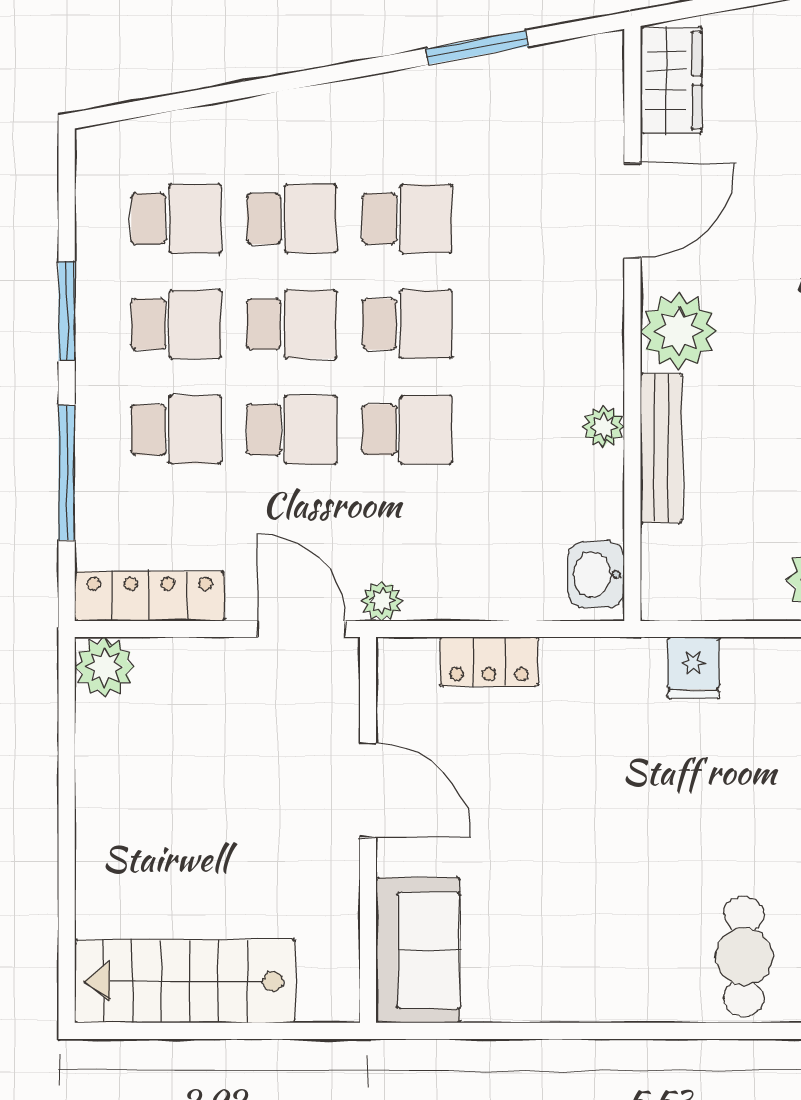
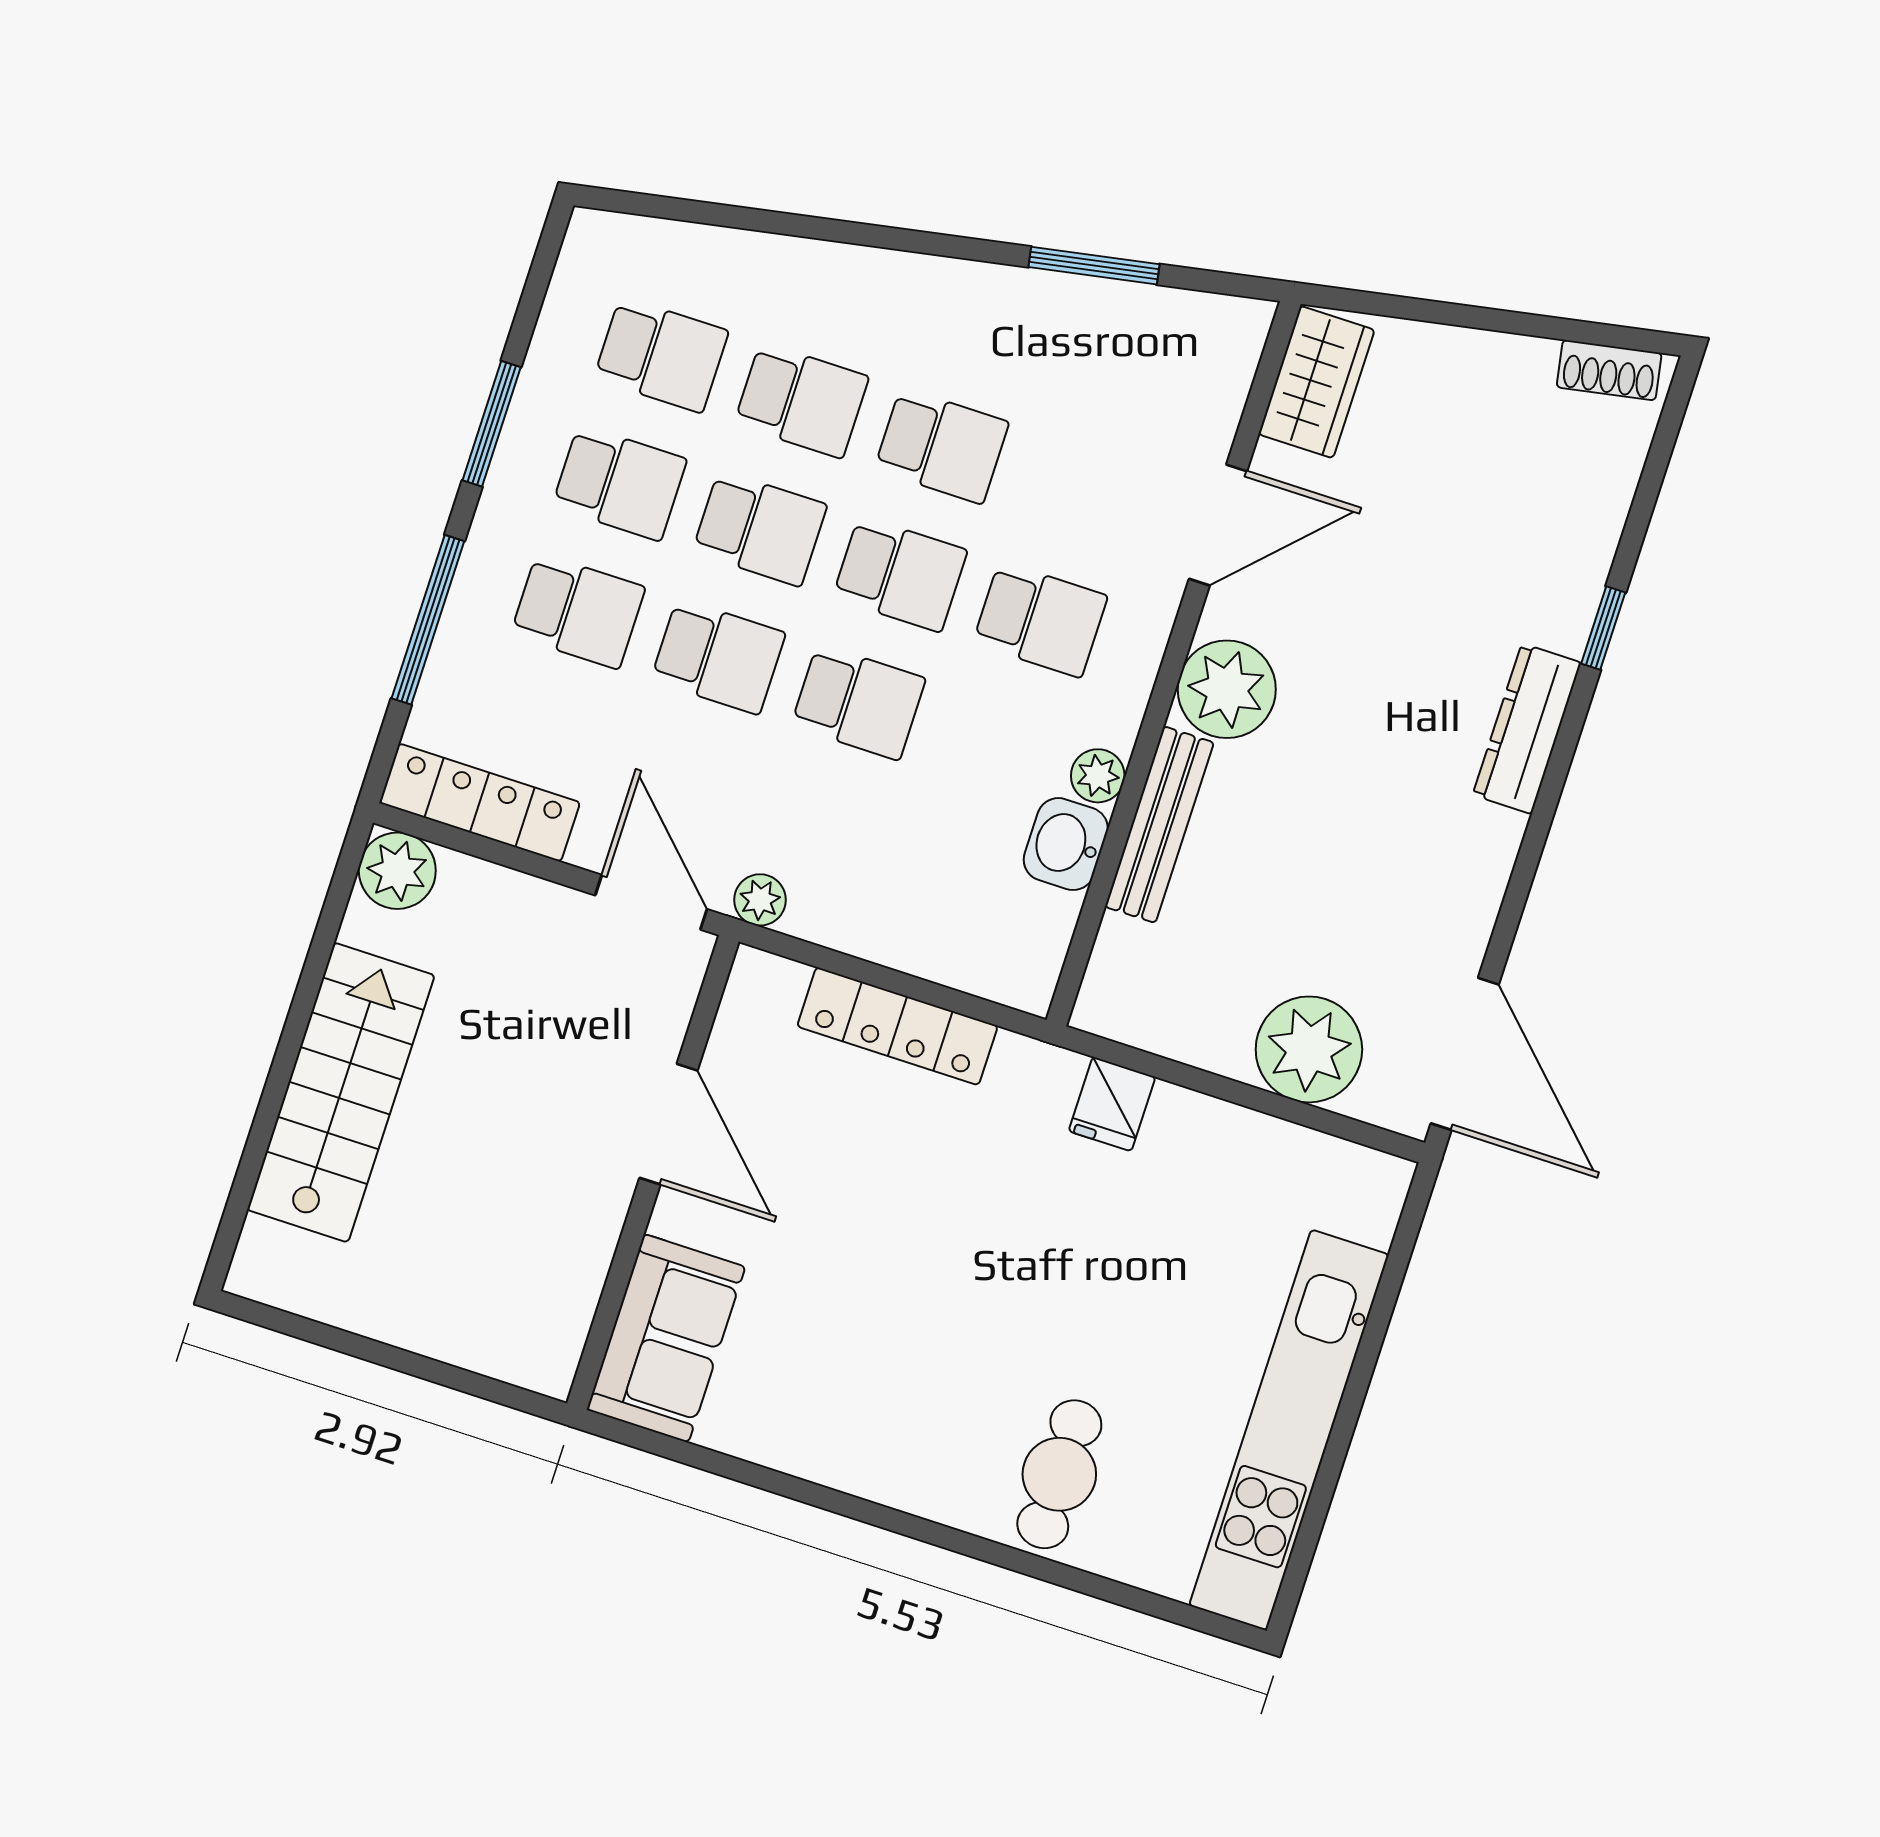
school desk: (523, 324) -> (1040, 619), added
washbasin: (596, 574) -> (1066, 844), moved
locker: (489, 662) -> (897, 1026), width x1.53
stairs: (185, 981) -> (341, 1093), moved, turned 90

